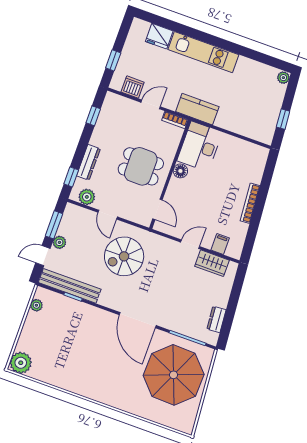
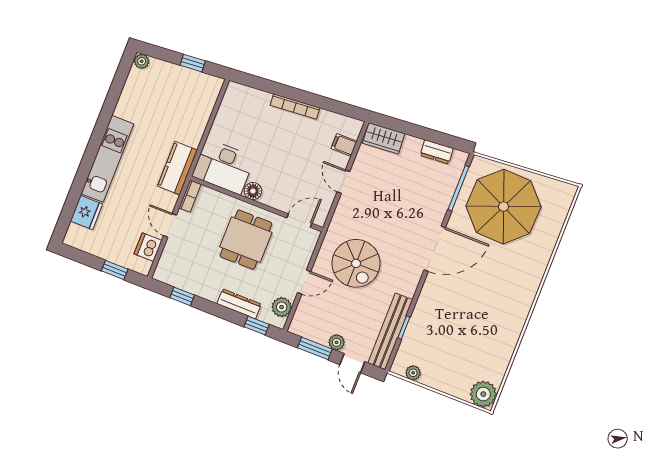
wardrobe: (212, 263) -> (384, 138), moved, turned 85

